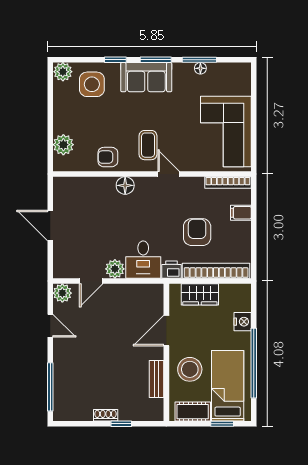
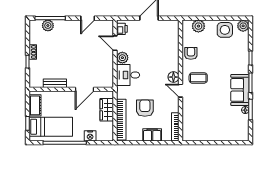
sofa: (146, 77) -> (240, 90), moved
side table: (92, 84) -> (225, 30), moved
corner sofa: (226, 131) -> (207, 126), removed
door: (169, 174) -> (181, 91), swing flipped
floor lamp: (125, 185) -> (173, 77), moved
filing cabinet: (241, 213) -> (152, 135), width x2.00
armchair: (197, 232) -> (145, 108), turned -90
printer: (172, 270) -> (122, 29), moved
plant: (62, 293) -> (48, 26), moved
door: (166, 331) -> (85, 89), swing flipped
stool: (190, 369) -> (61, 104), removed

